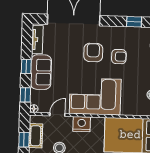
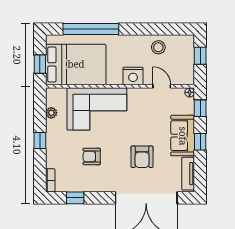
armchair: (93, 53) -> (142, 157), moved
corner sofa: (95, 96) -> (97, 109), moved
door: (57, 115) -> (162, 86), swing flipped
cot: (36, 136) -> (187, 61), removed

